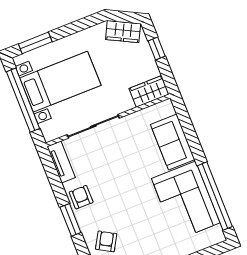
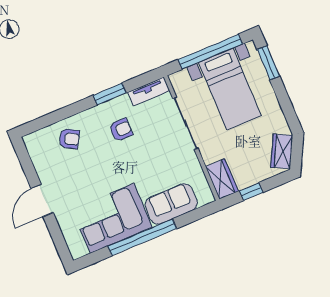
window: (157, 48) -> (251, 192), moved
window: (215, 196) -> (142, 237), moved
armchair: (81, 197) -> (121, 130), moved
window: (70, 220) -> (110, 94), moved

